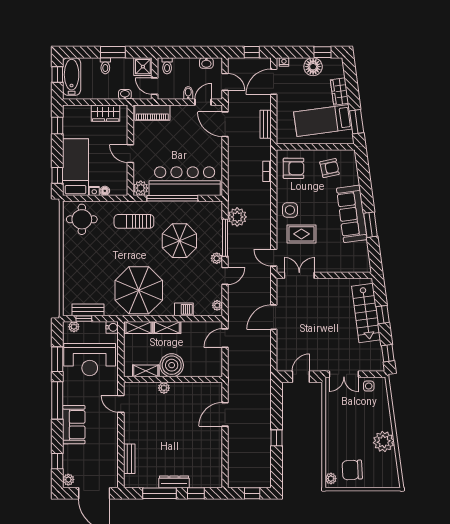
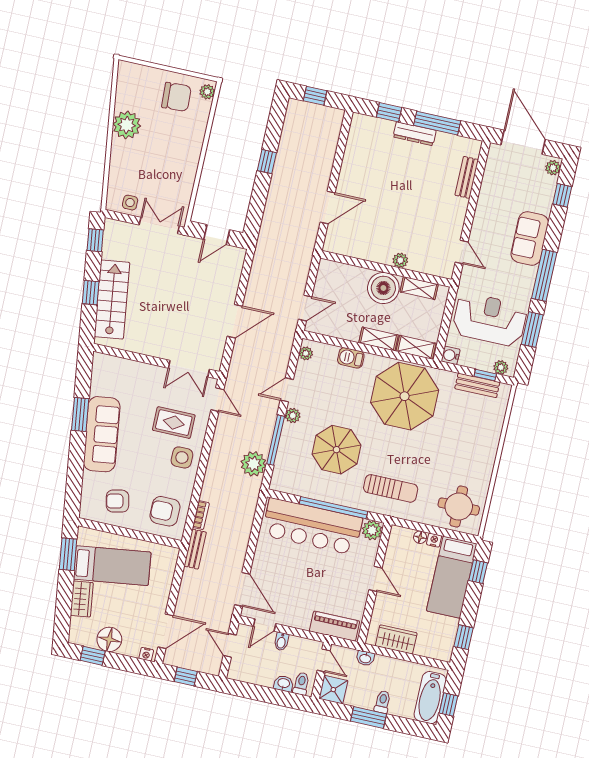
washbasin: (206, 63) -> (284, 683), moved
bench: (266, 124) -> (195, 549), moved

